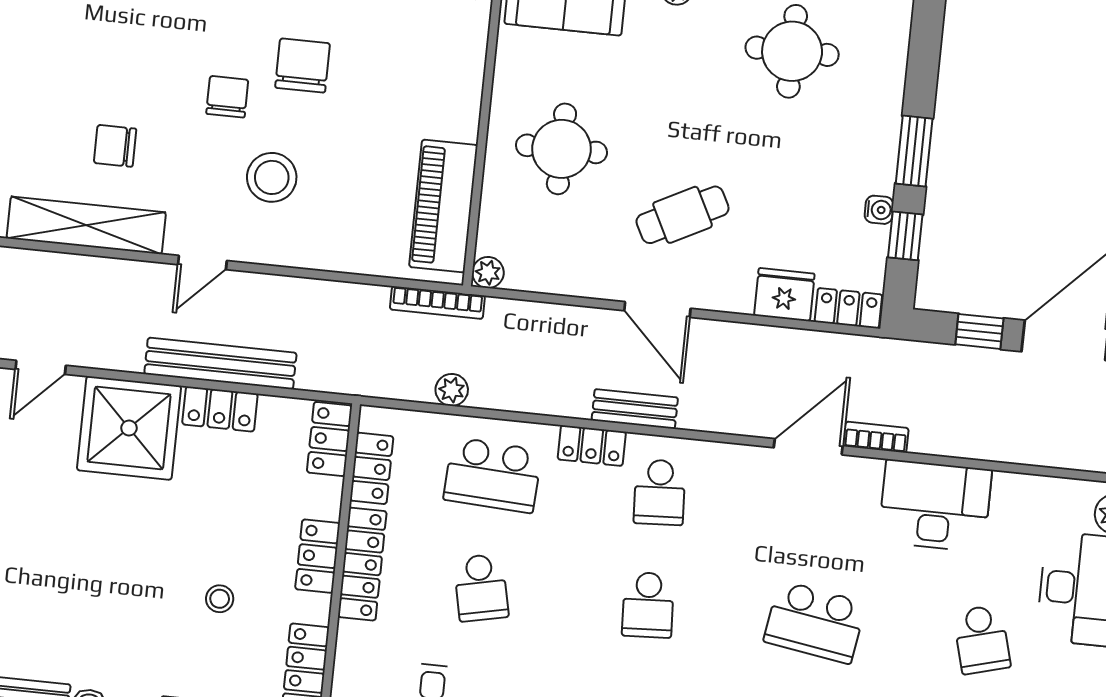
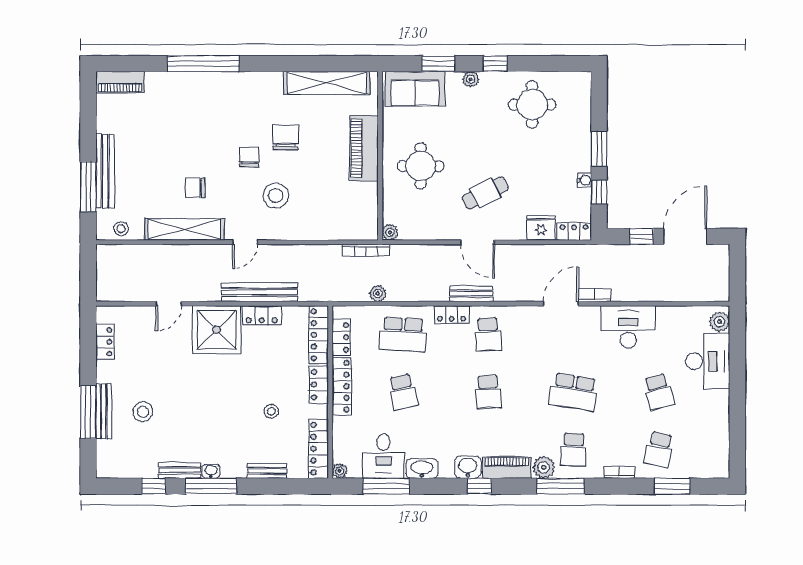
piano: (443, 206) -> (364, 148), moved
locker: (329, 439) -> (319, 335), width x1.53

